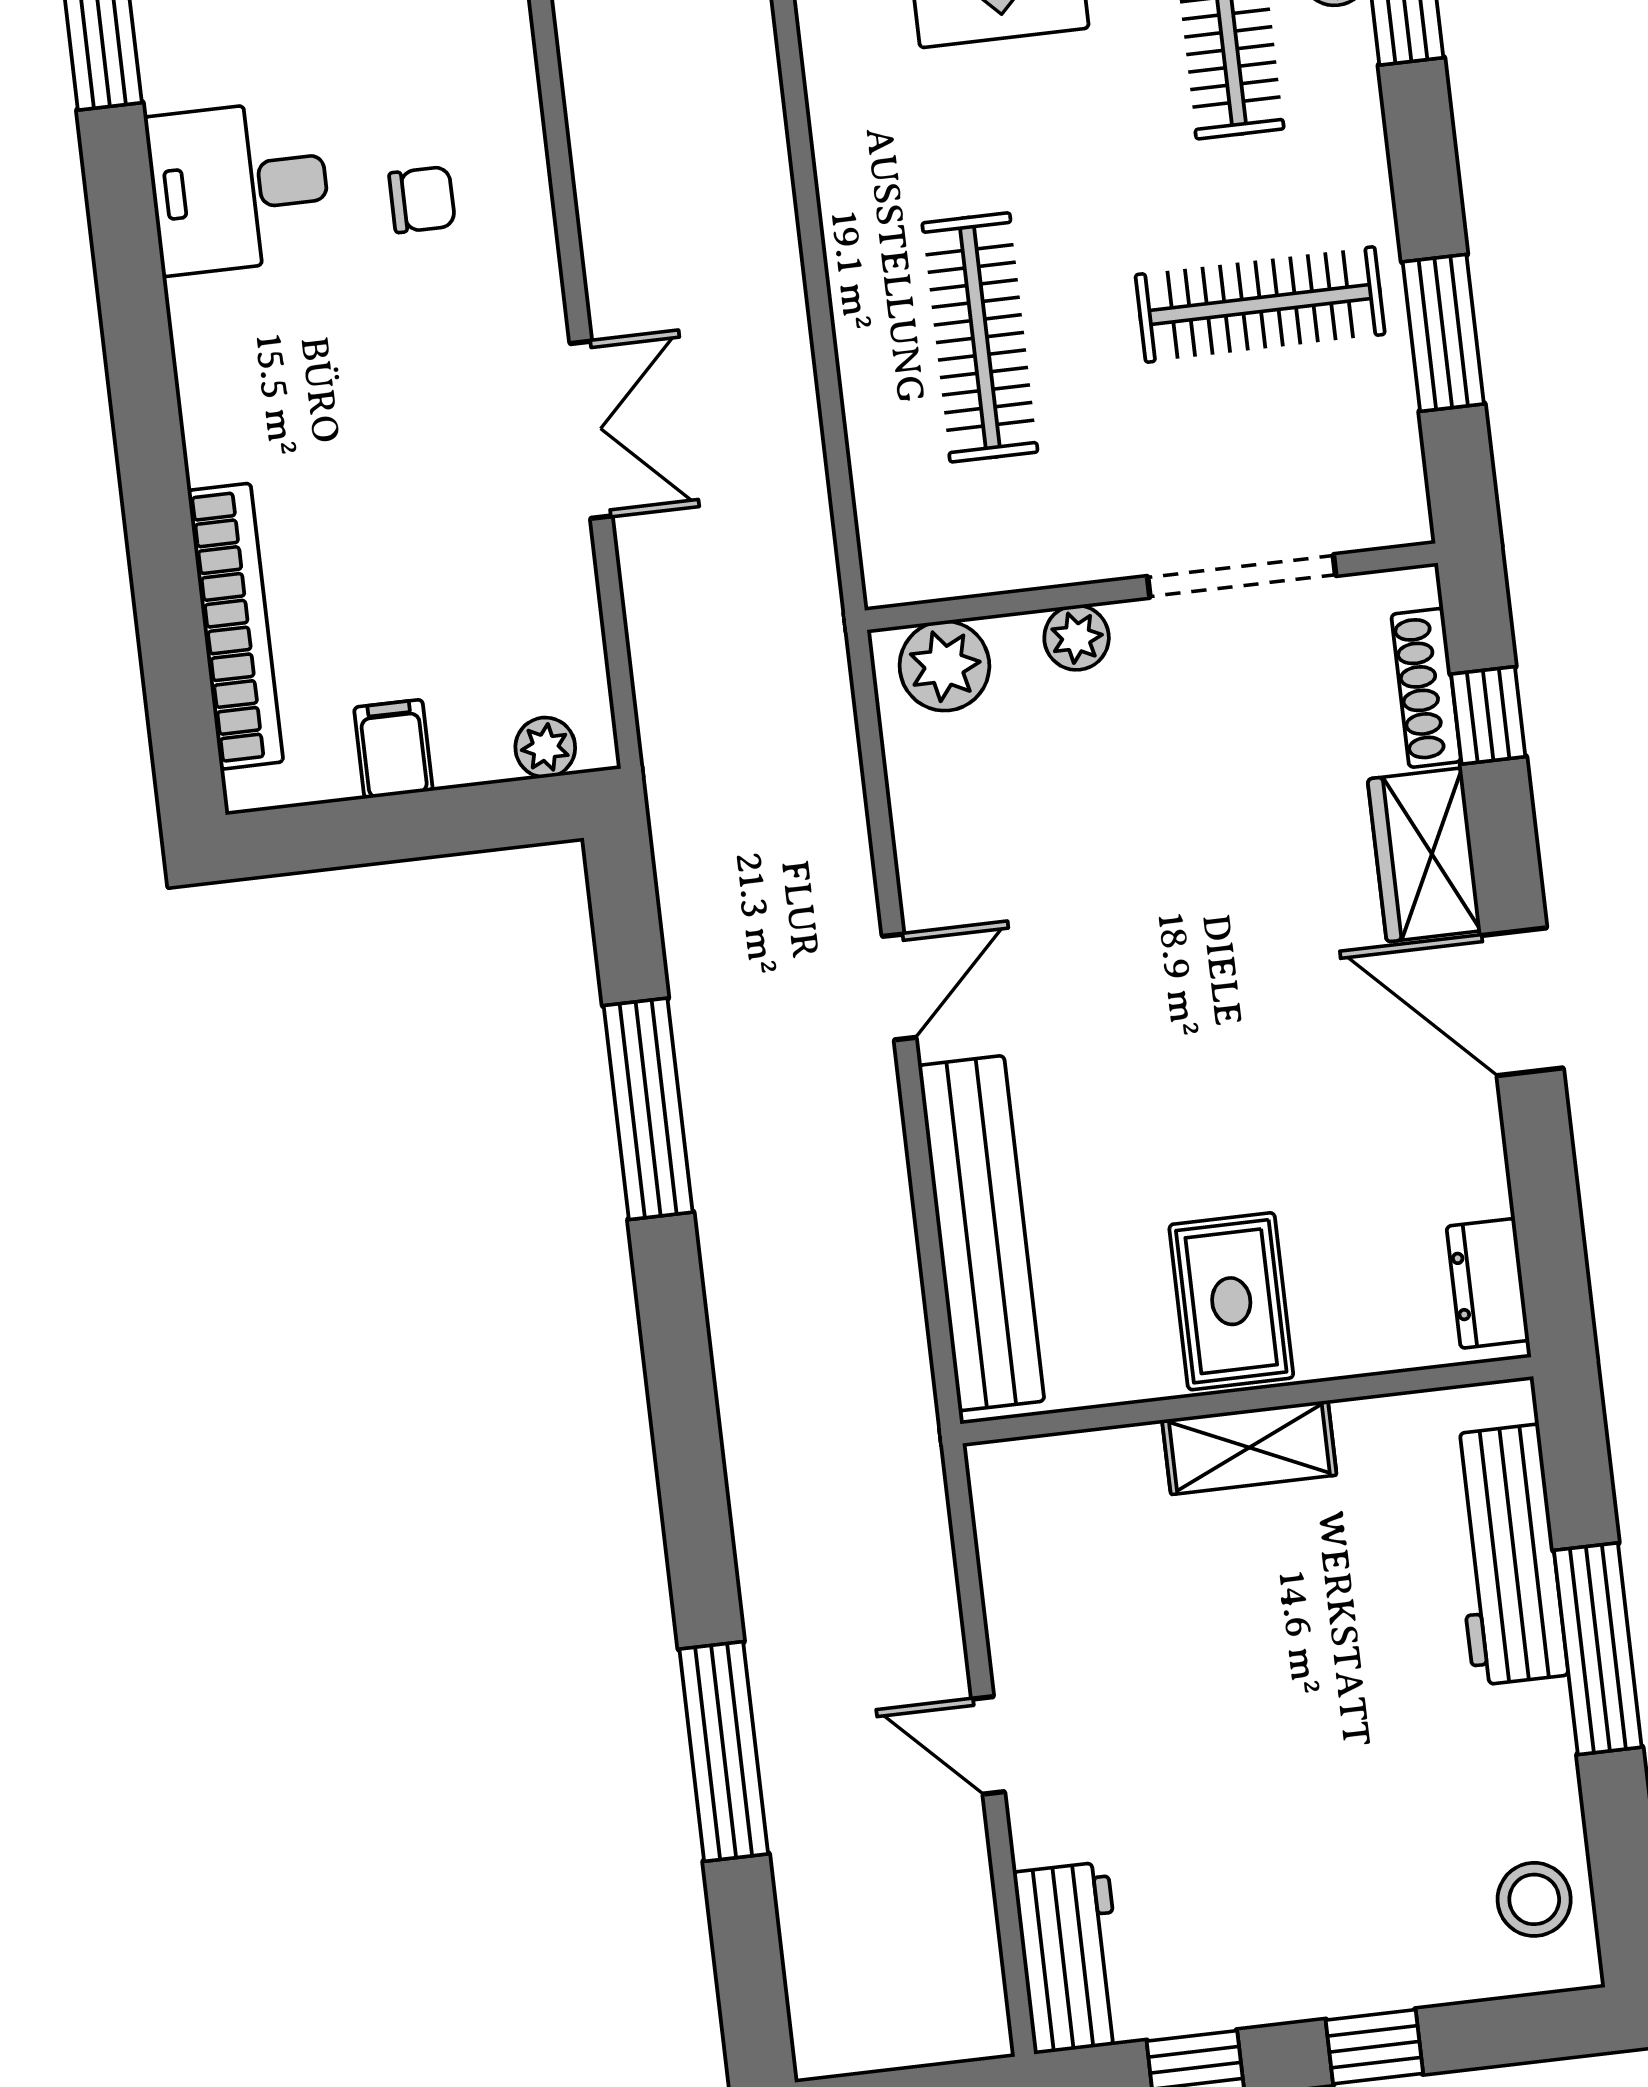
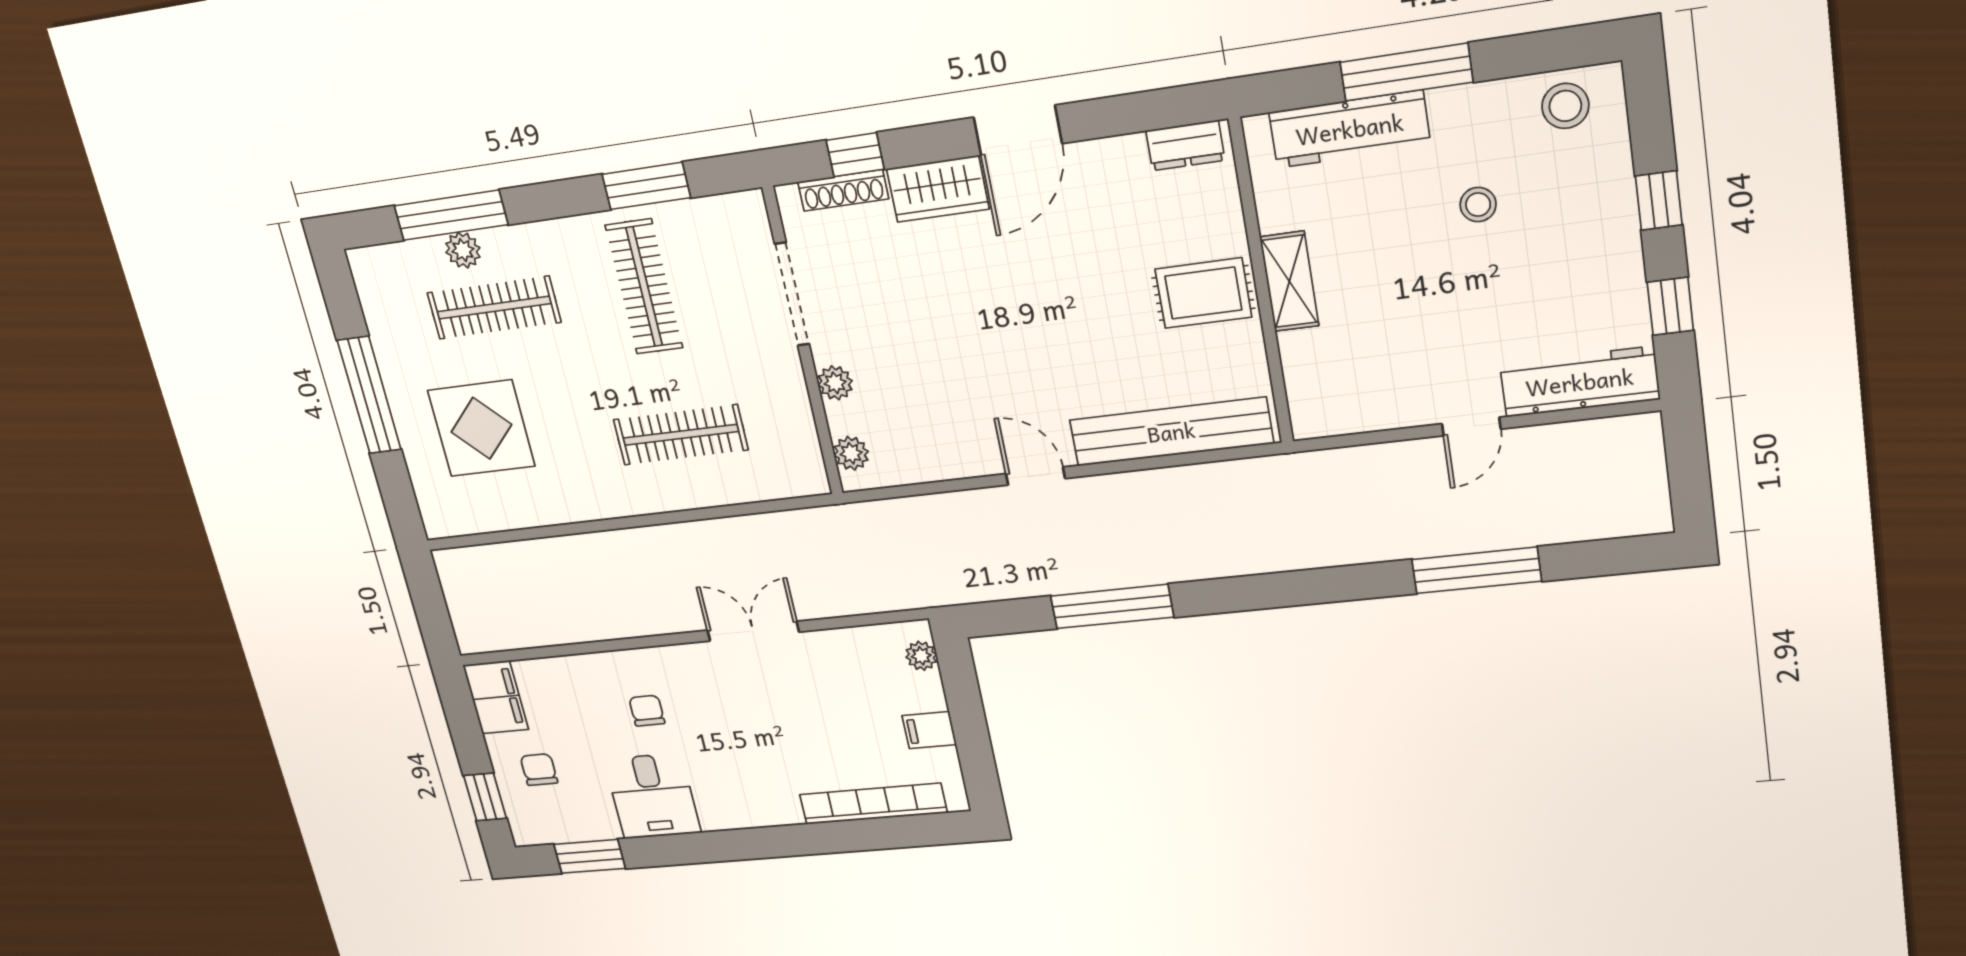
plant: (944, 666) -> (851, 453), width x0.73, depth x0.73
stool: (1375, 1760) -> (1478, 205), added
workbench: (1071, 1958) -> (1580, 382), width x1.38

